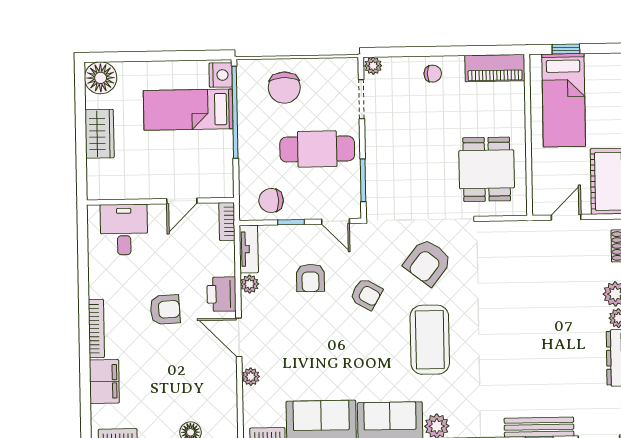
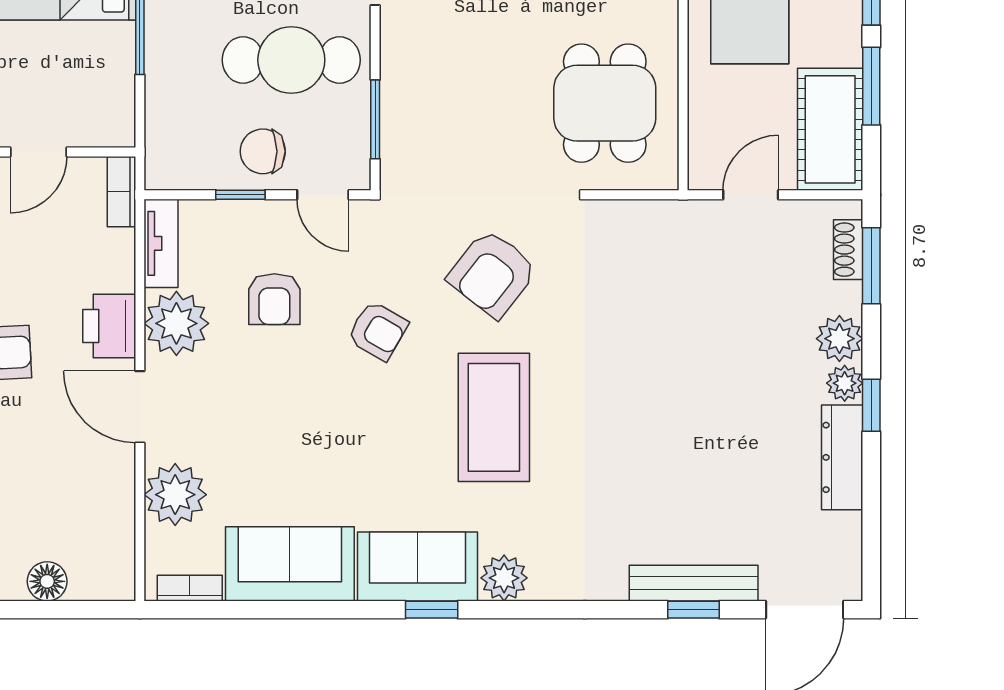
chair: (271, 200) -> (263, 151), moved
plant: (250, 284) -> (176, 323), width x1.88, depth x1.88
plant: (251, 377) -> (175, 495), width x1.88, depth x1.88

